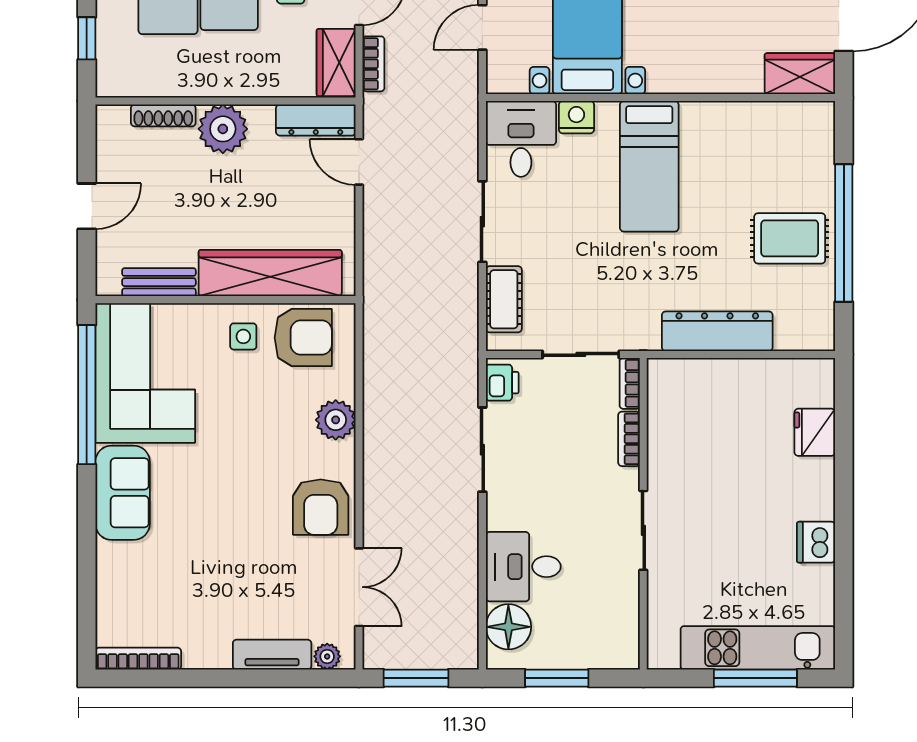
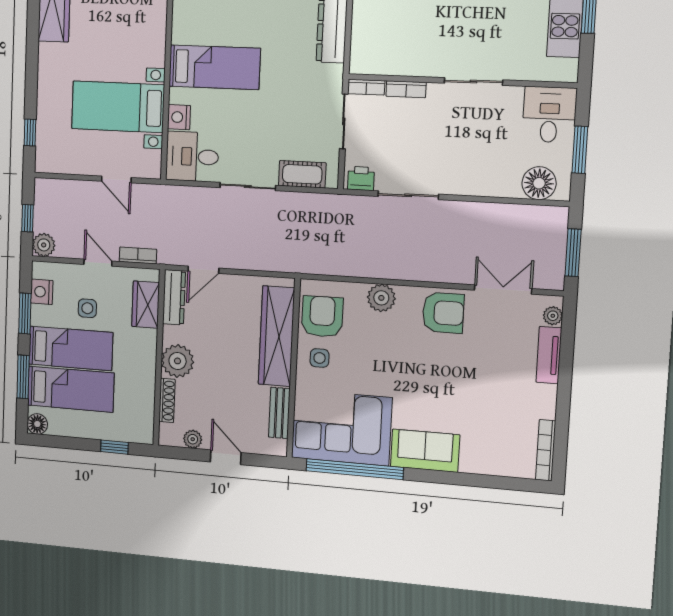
wardrobe: (336, 62) -> (146, 305), moved, turned 90
plant: (109, 156) -> (193, 439), added
desk: (523, 567) -> (549, 115), moved, turned 180

